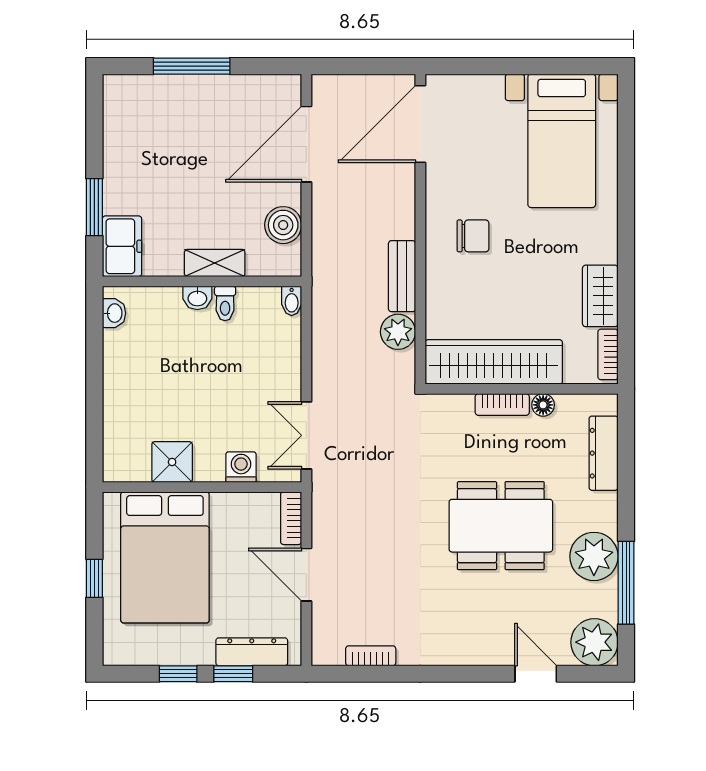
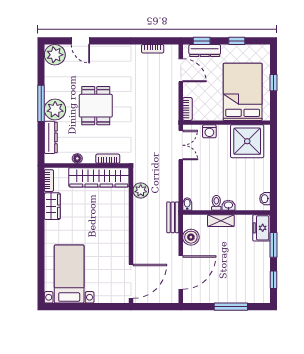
window: (94, 128) -> (273, 280), added
chair: (473, 236) -> (108, 232), removed
bench: (402, 276) -> (173, 217), moved
bookcase: (502, 404) -> (108, 159), moved
shower: (172, 462) -> (247, 141), width x1.86, depth x1.86
dining table: (501, 526) -> (96, 106), width x0.73
plant: (594, 556) -> (55, 109), moved
door: (306, 575) -> (181, 70), moved
window: (626, 583) -> (41, 103), moved
window: (233, 674) -> (202, 41), moved

